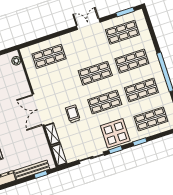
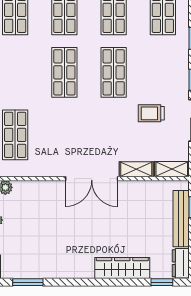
trolley: (73, 114) -> (151, 113), moved
display table: (115, 133) -> (167, 72), removed

